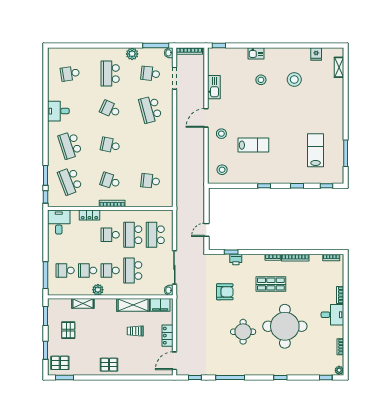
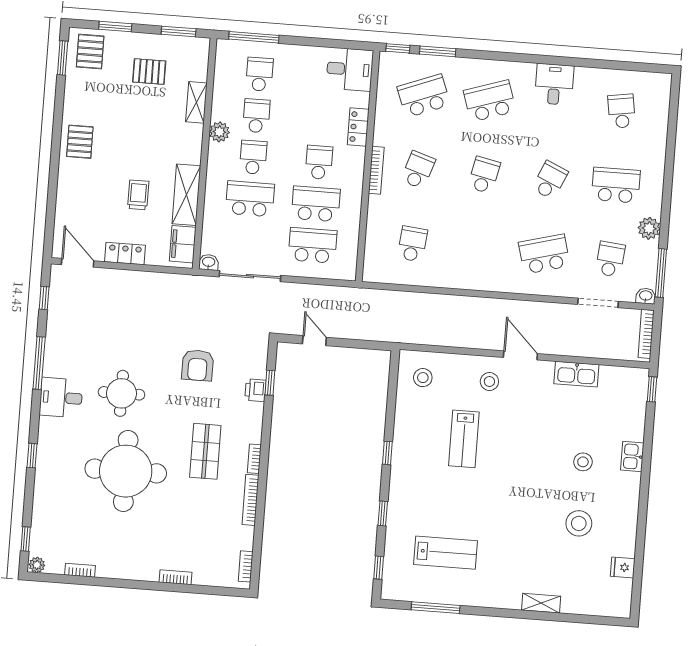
shelving: (339, 67) -> (541, 603), moved
desk: (332, 315) -> (61, 398), moved, turned 90

